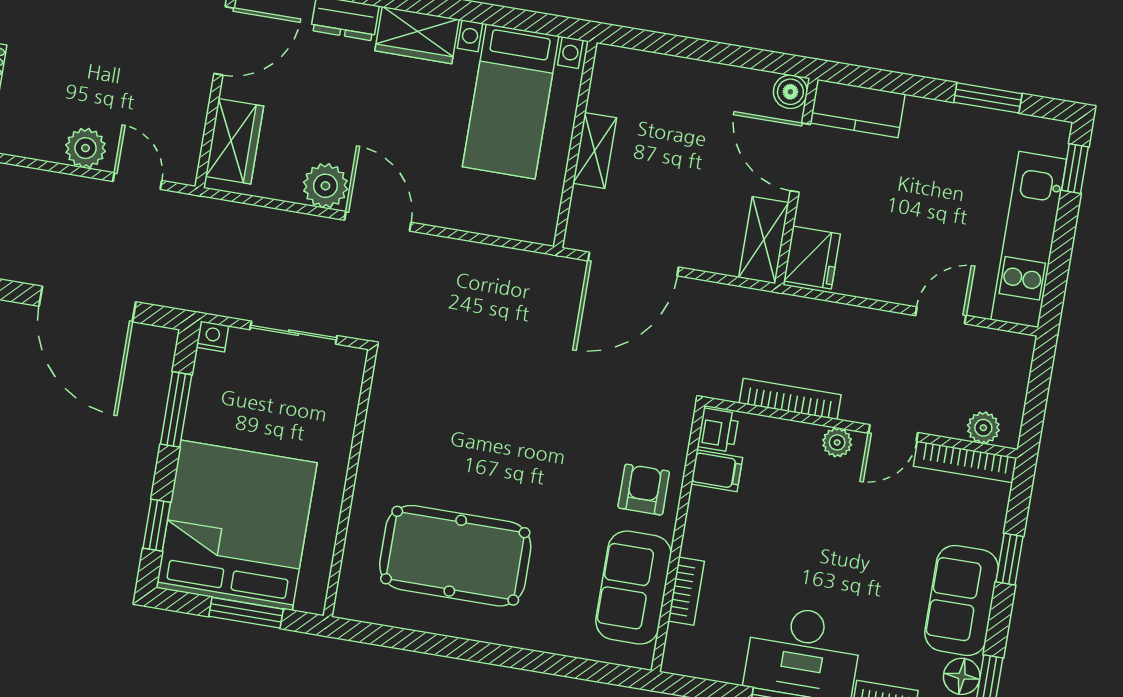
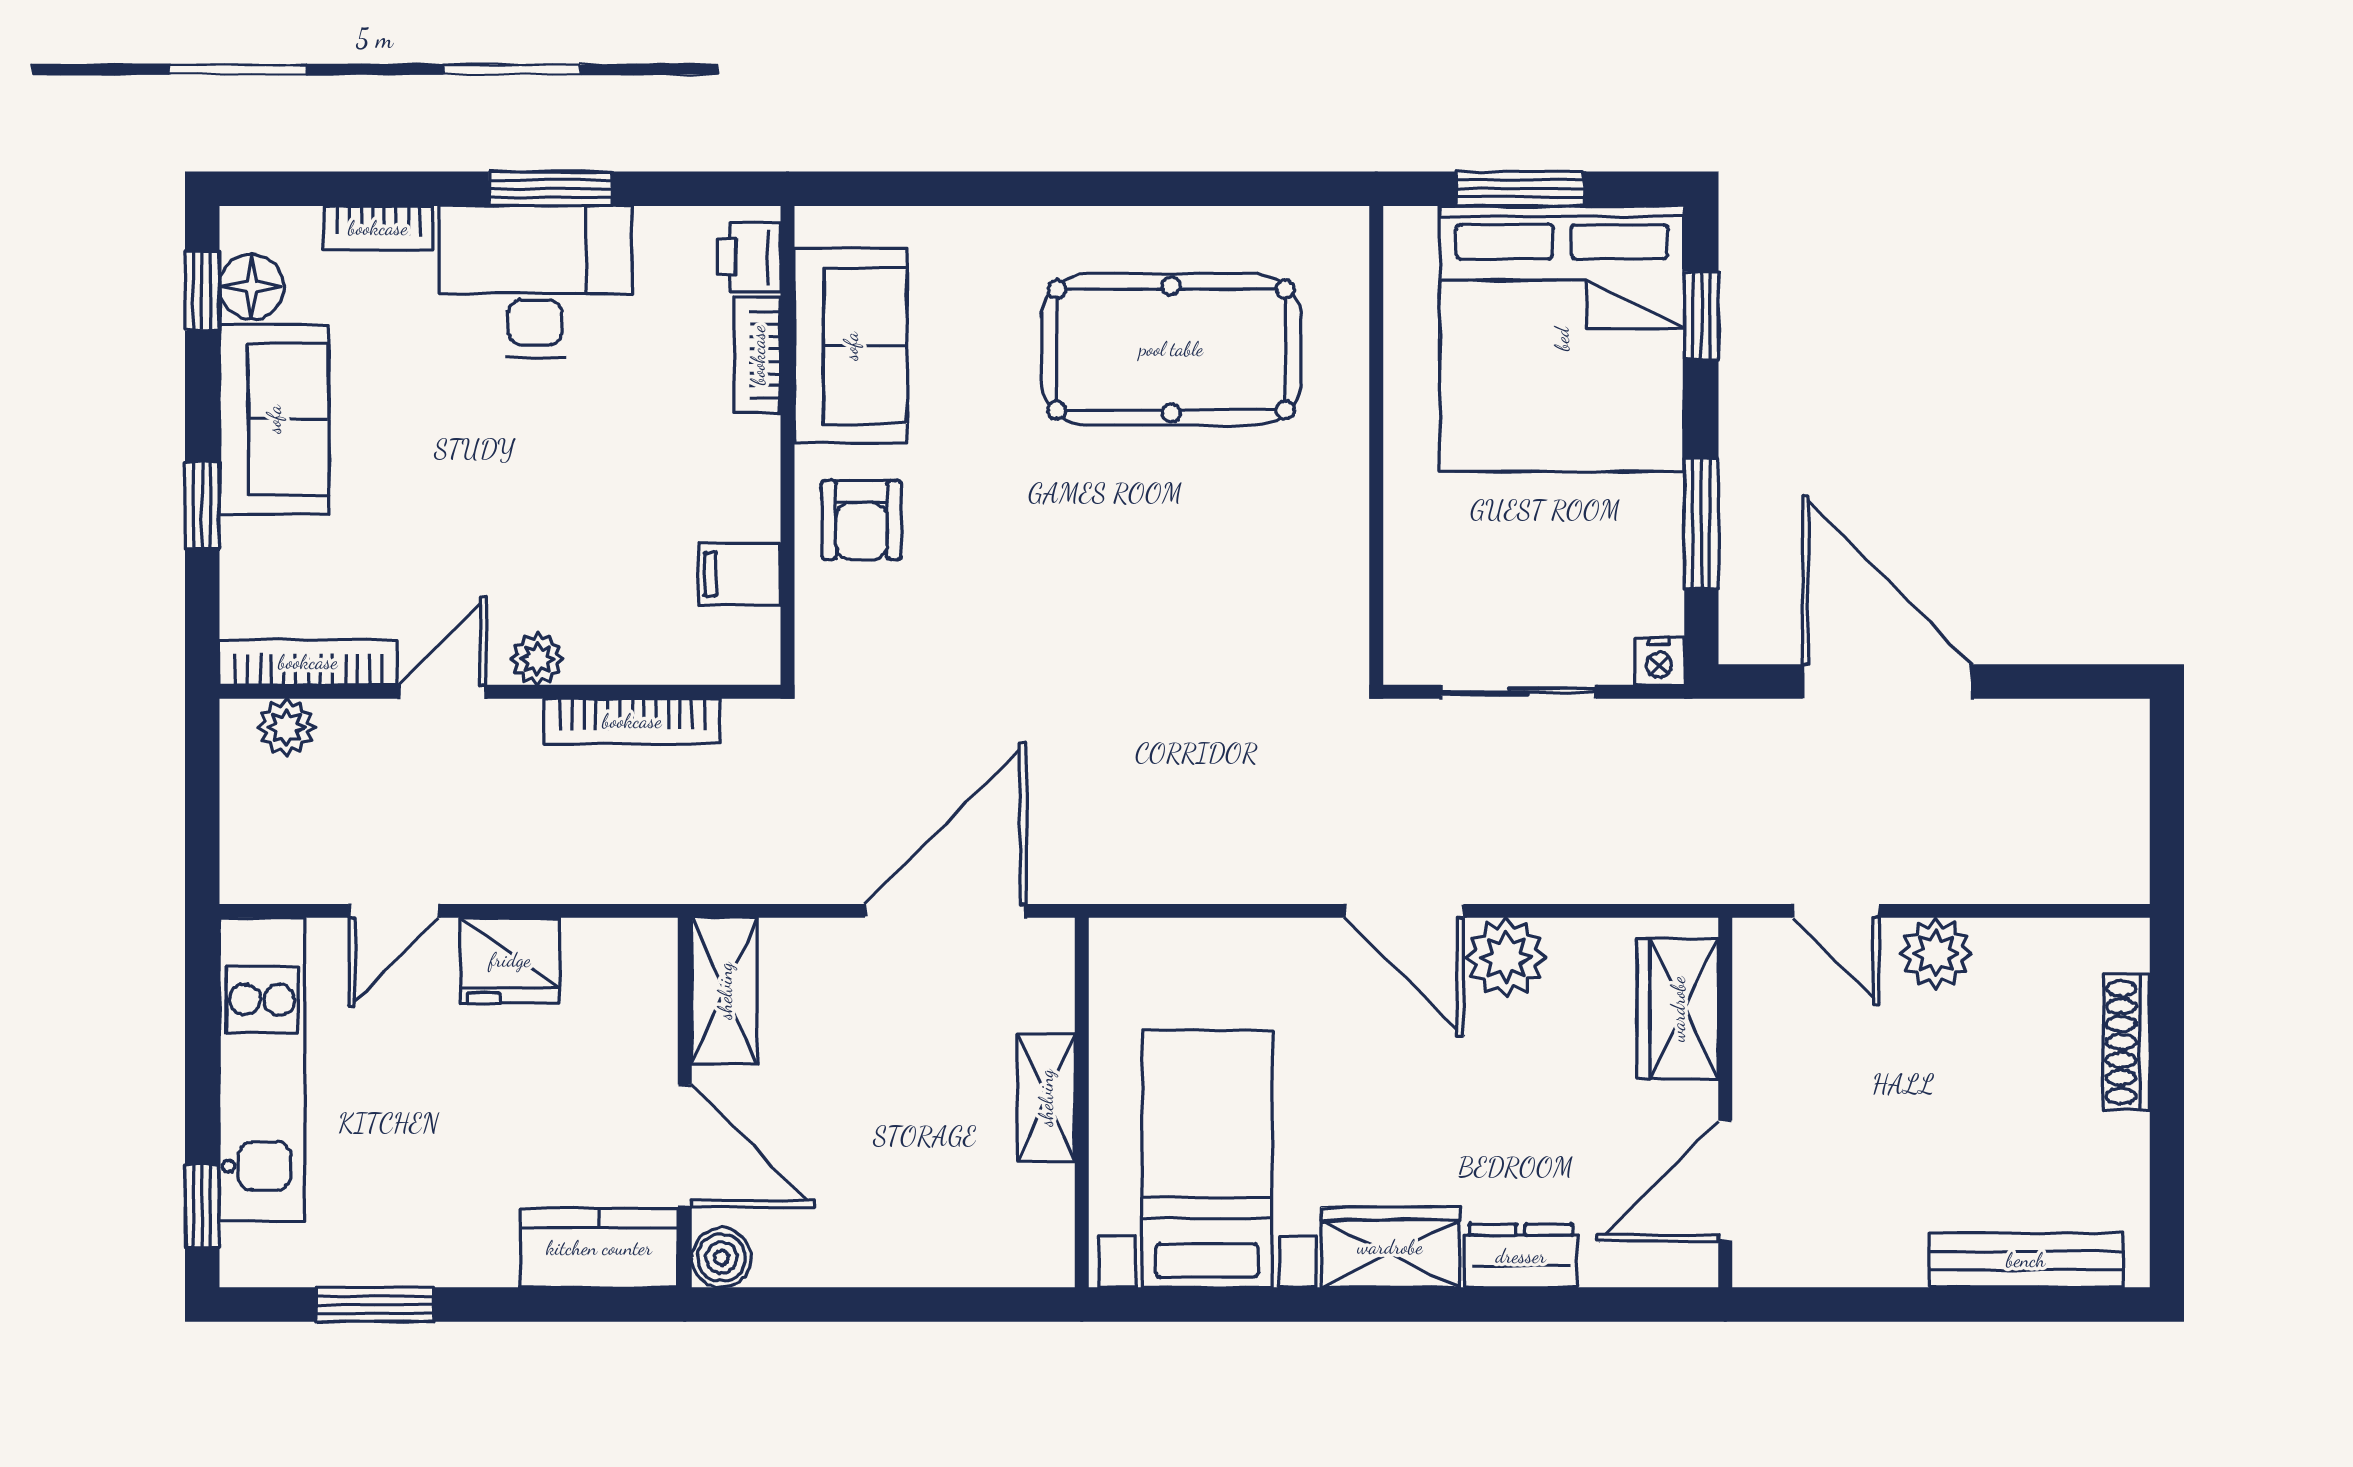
fridge: (812, 258) -> (510, 960), moved, turned -90
printer: (718, 430) -> (749, 257), moved

